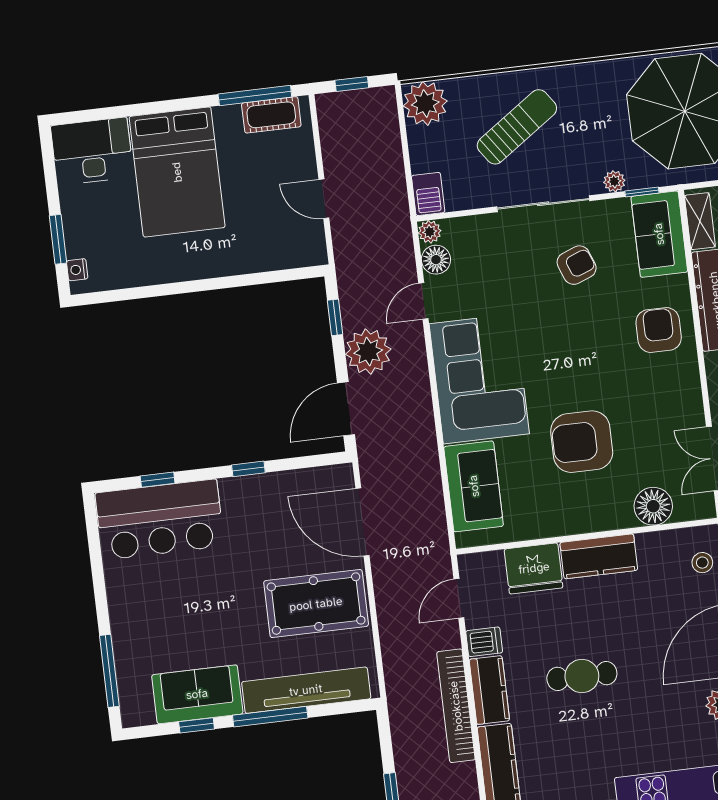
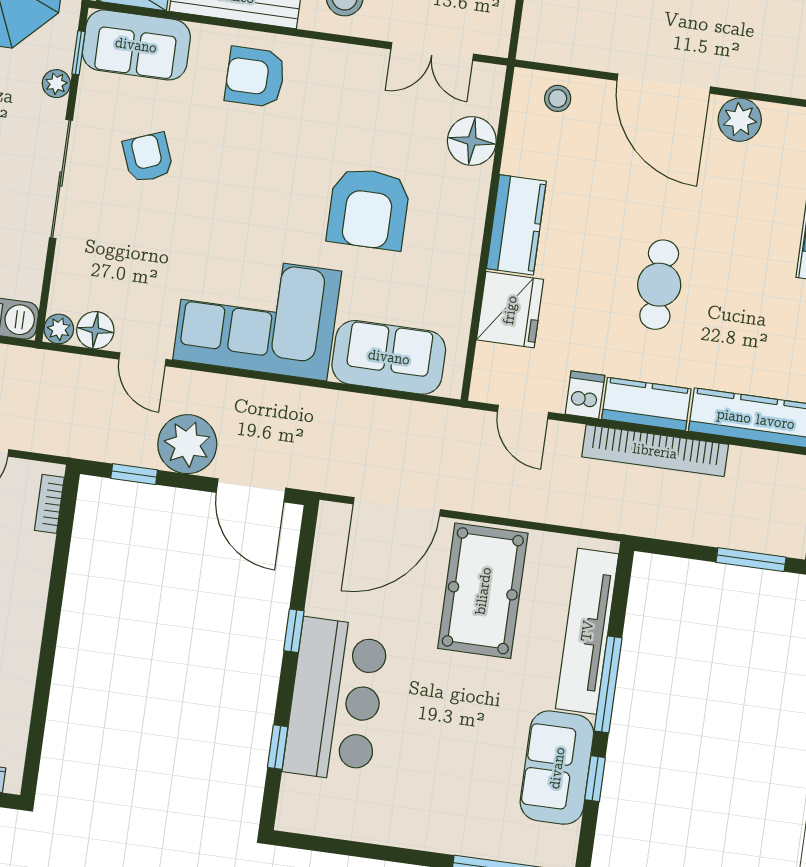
bookcase: (296, 259) -> (49, 504), added
bar counter: (160, 520) -> (336, 700), moved

